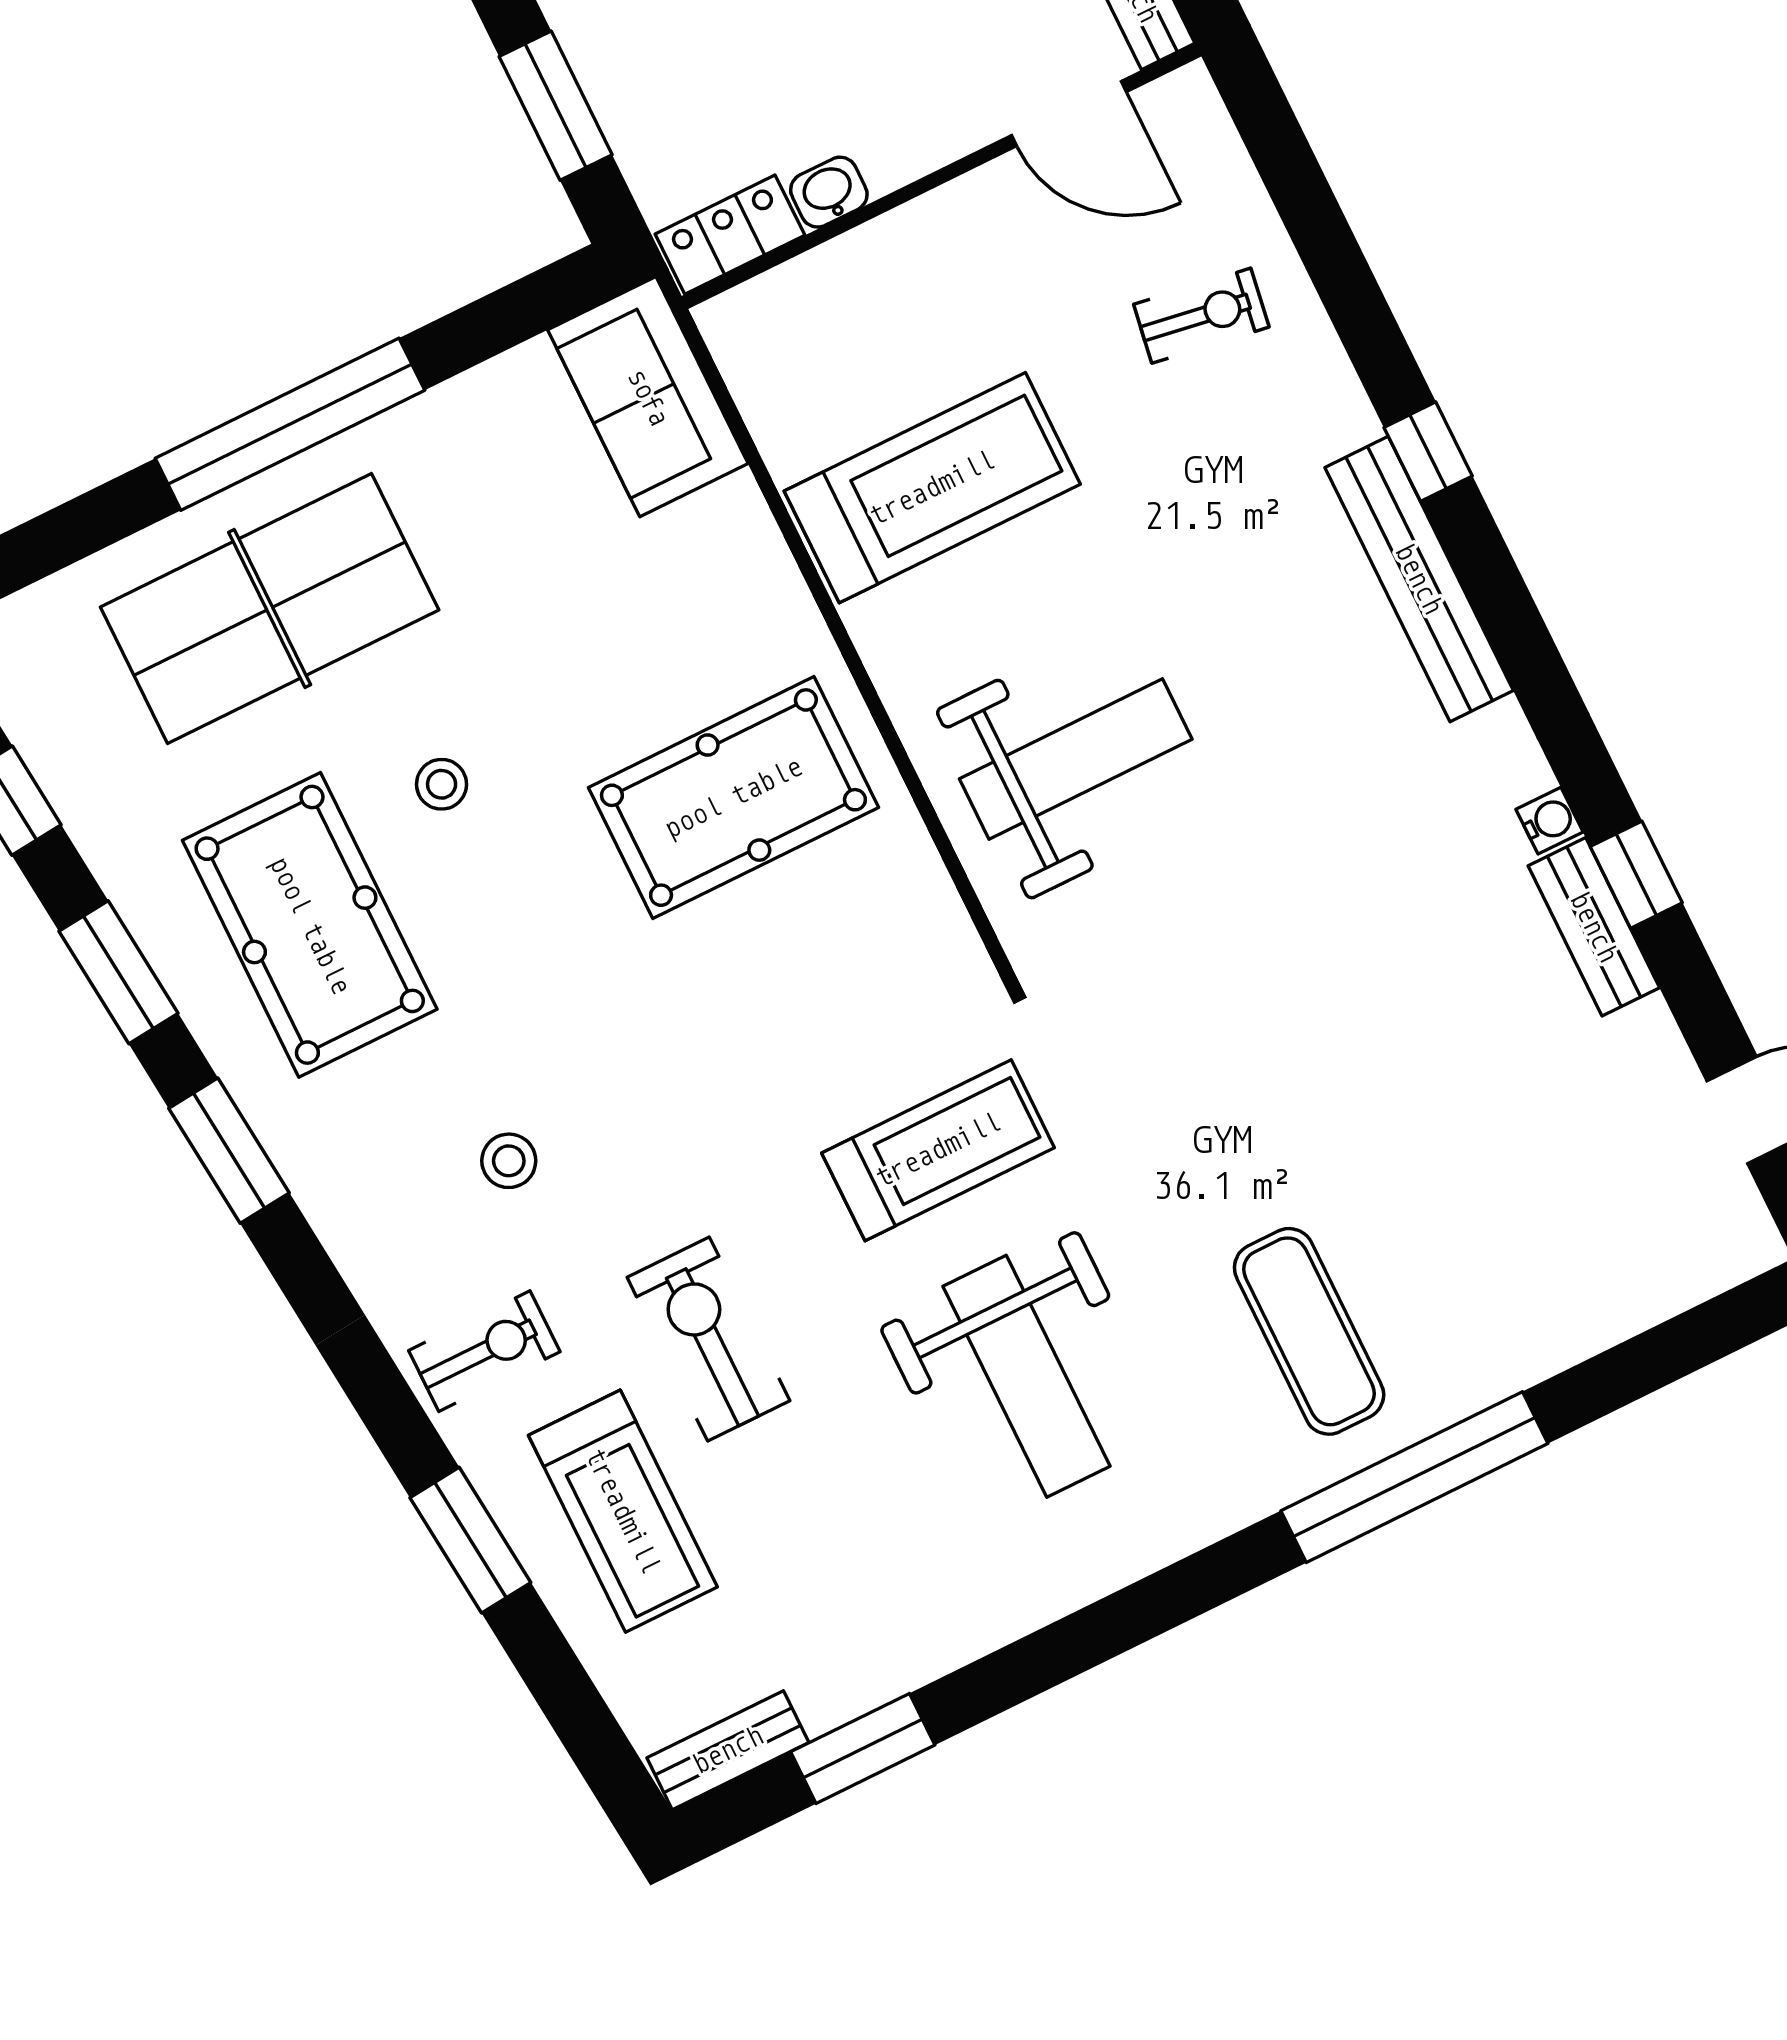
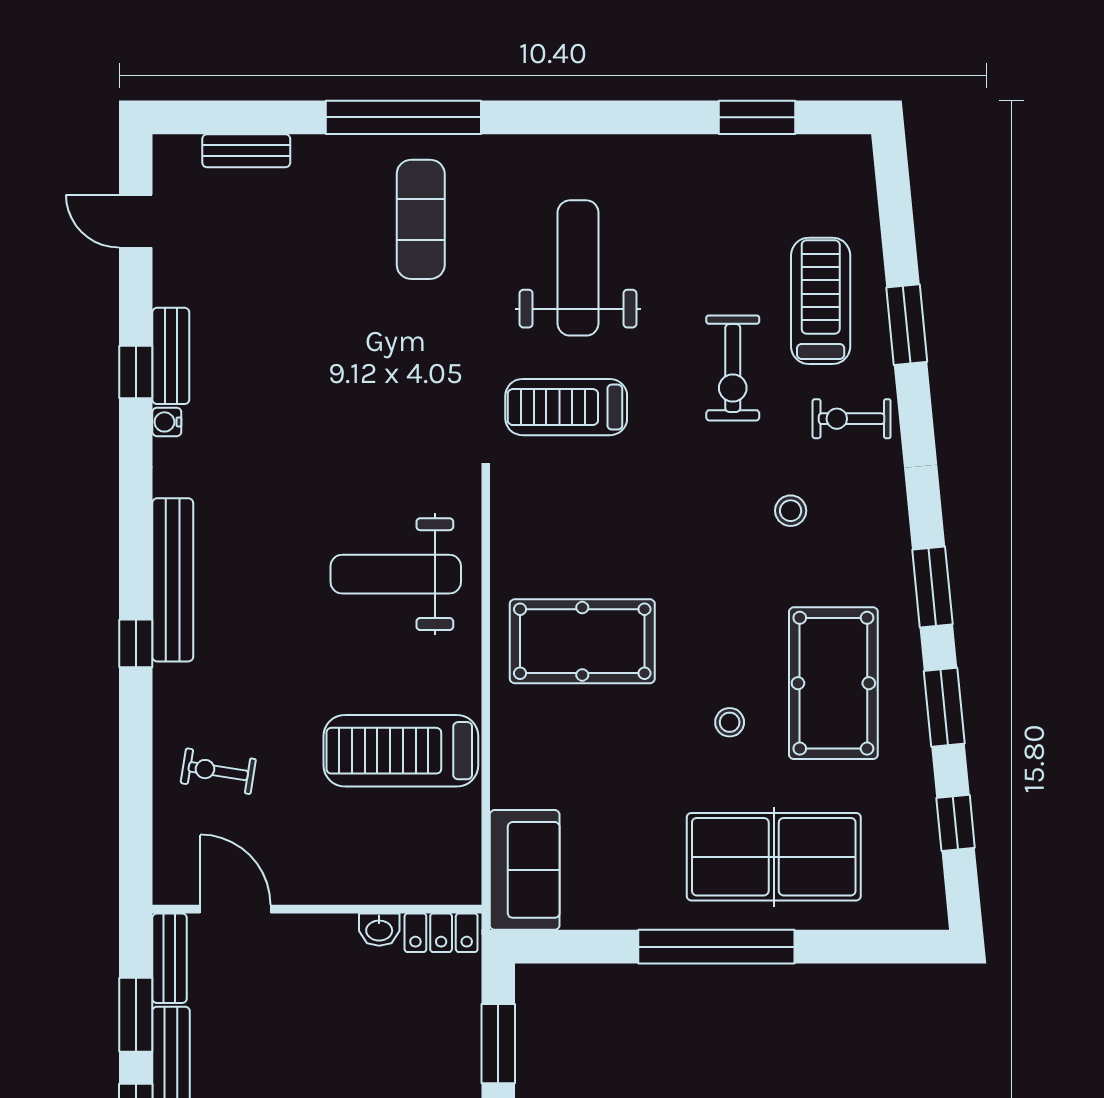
bench: (728, 1750) -> (246, 151), moved

